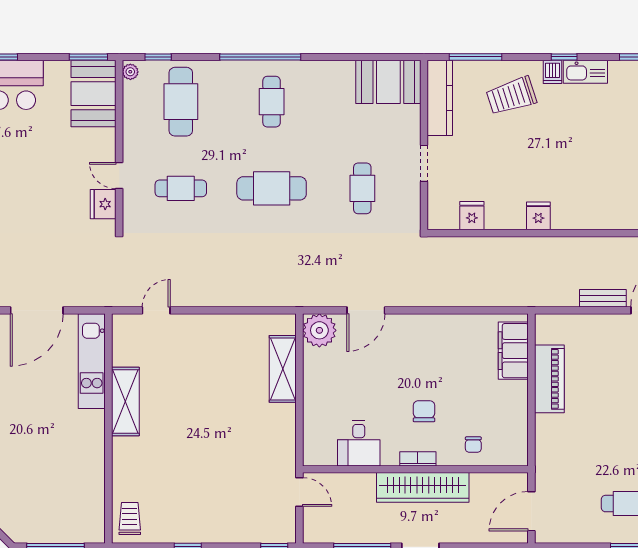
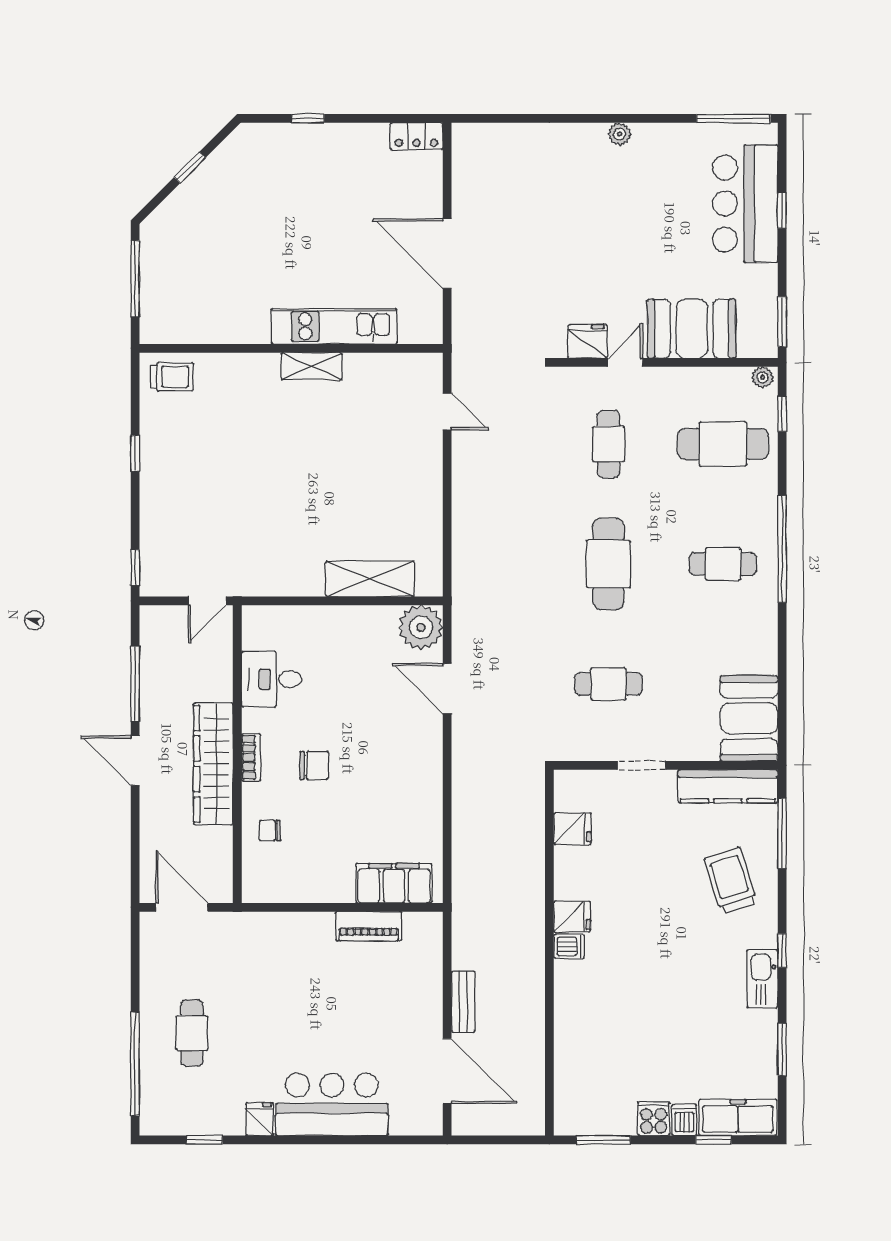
dishwasher: (553, 72) -> (569, 946), moved, turned 180
booth: (93, 94) -> (692, 329), moved
kitchen unit: (92, 361) -> (334, 326), moved
piano: (549, 379) -> (369, 926), width x0.73, depth x0.75
shelving: (125, 402) -> (312, 366), width x0.67, depth x0.75

